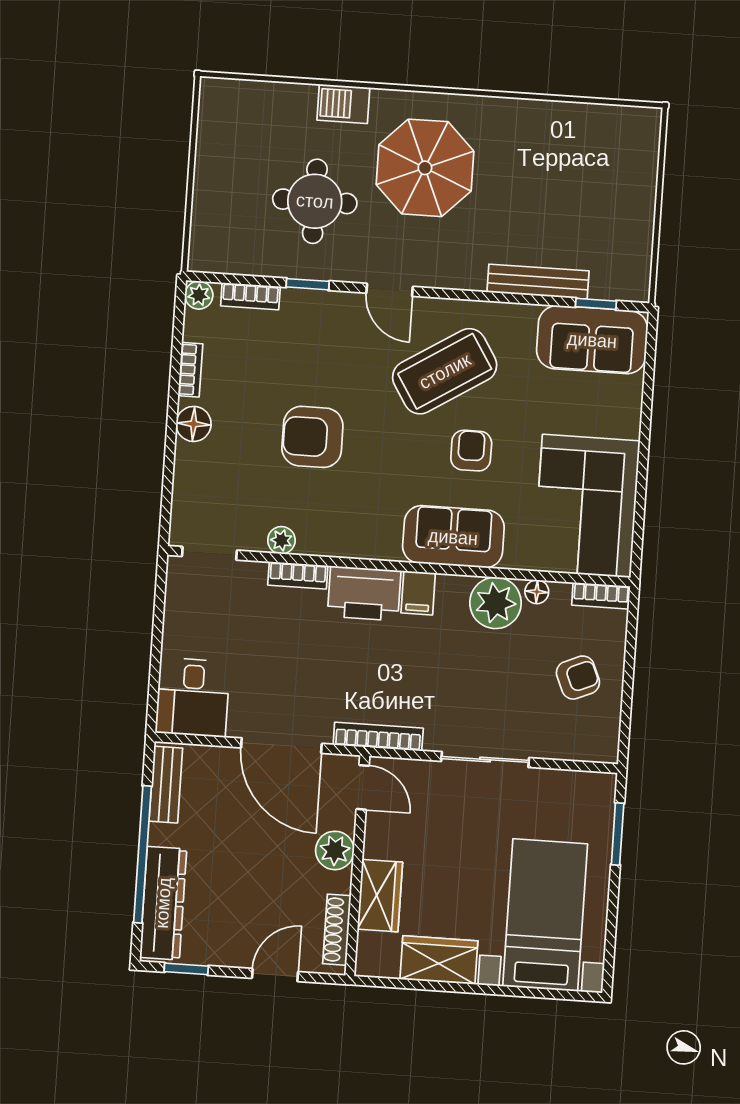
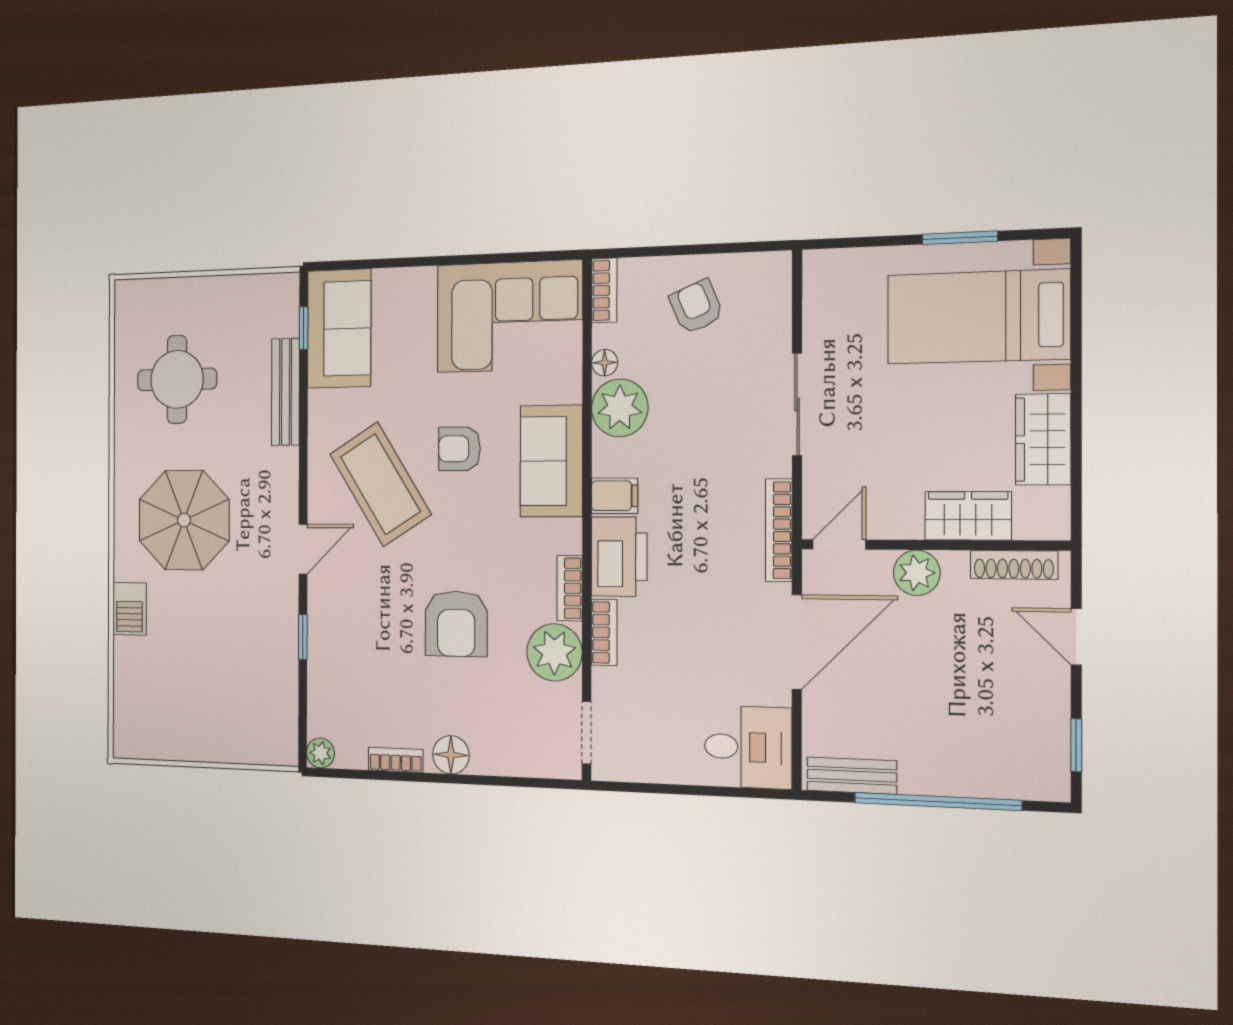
round table: (315, 201) -> (177, 379), moved
bookcase: (250, 296) -> (570, 588), moved, turned 180
plant: (281, 540) -> (554, 652), width x1.87, depth x1.87
window: (618, 834) -> (960, 238), moved
dresser: (163, 903) -> (996, 775), removed

